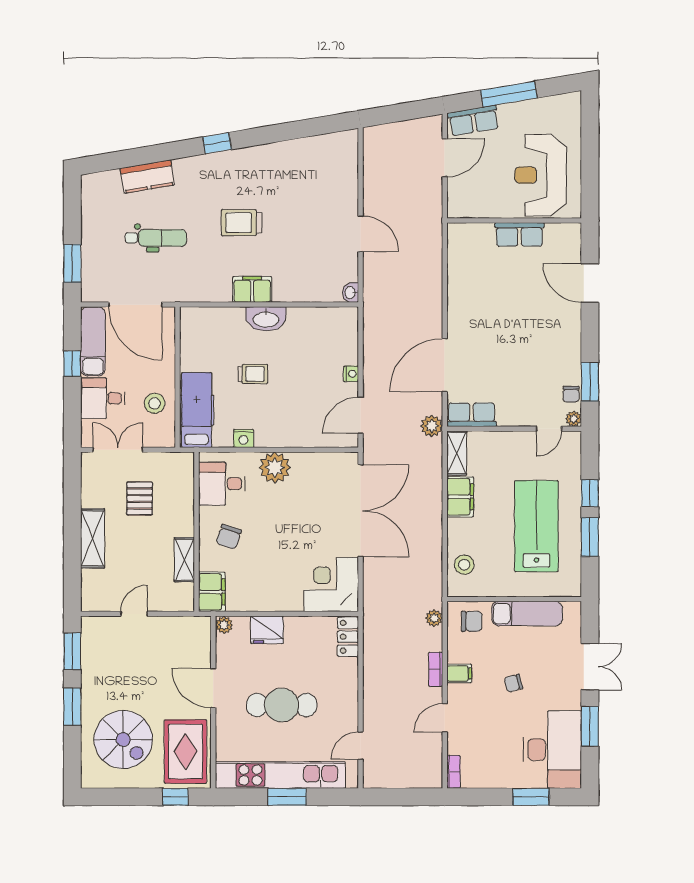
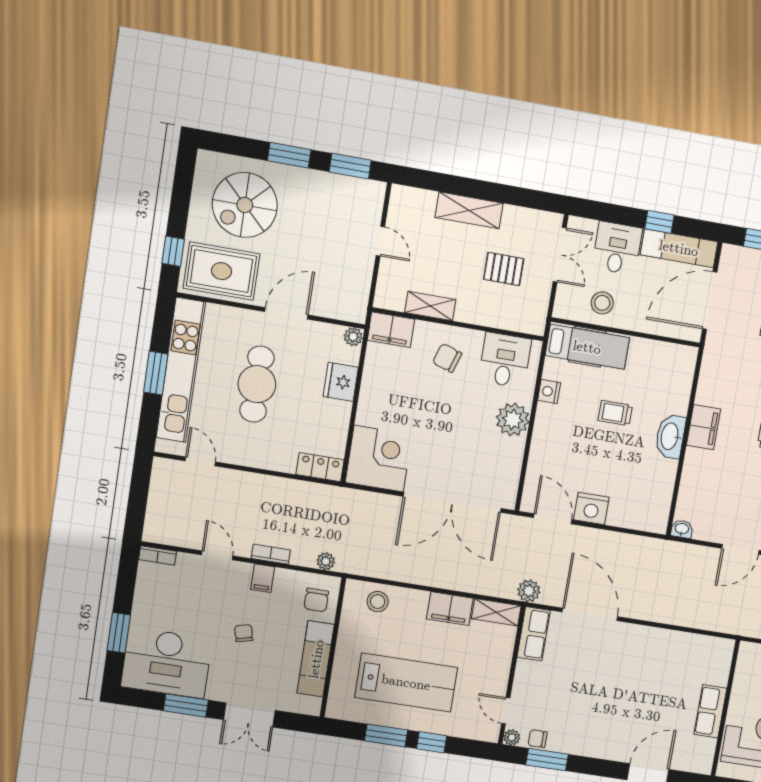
trolley: (253, 374) -> (615, 413), turned 90
nightstand: (351, 374) -> (591, 509), width x1.89, depth x1.79

